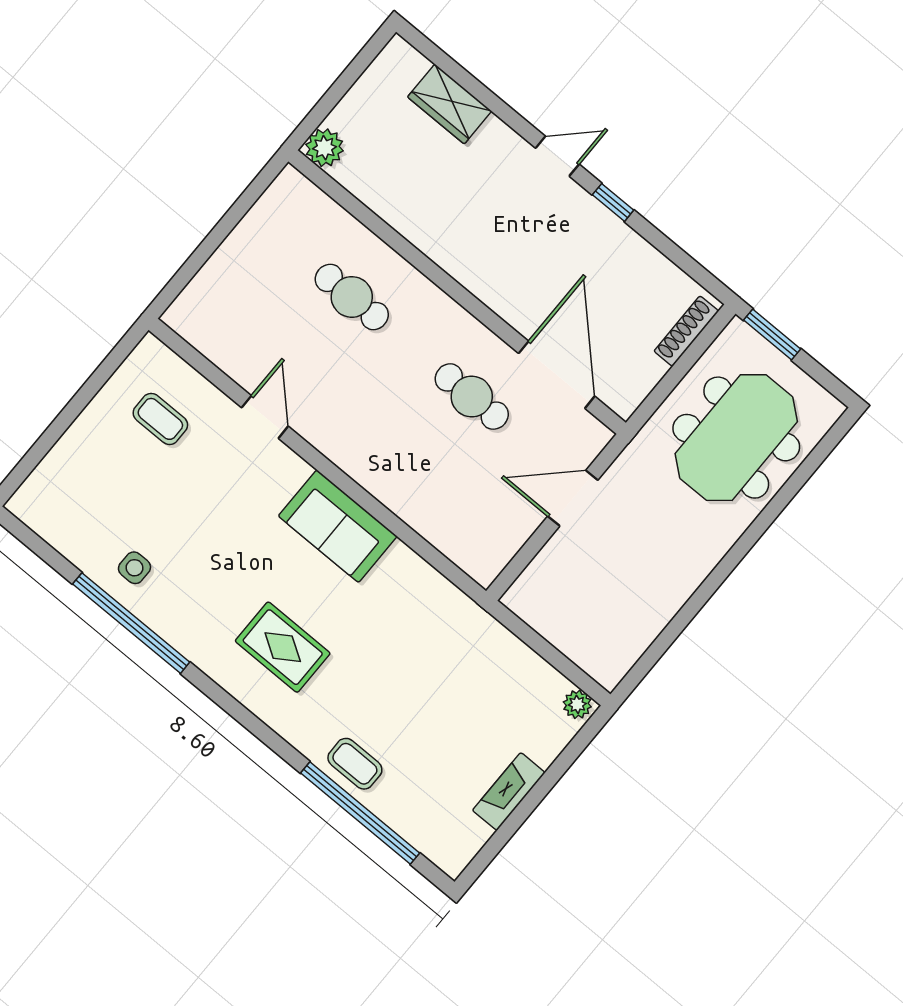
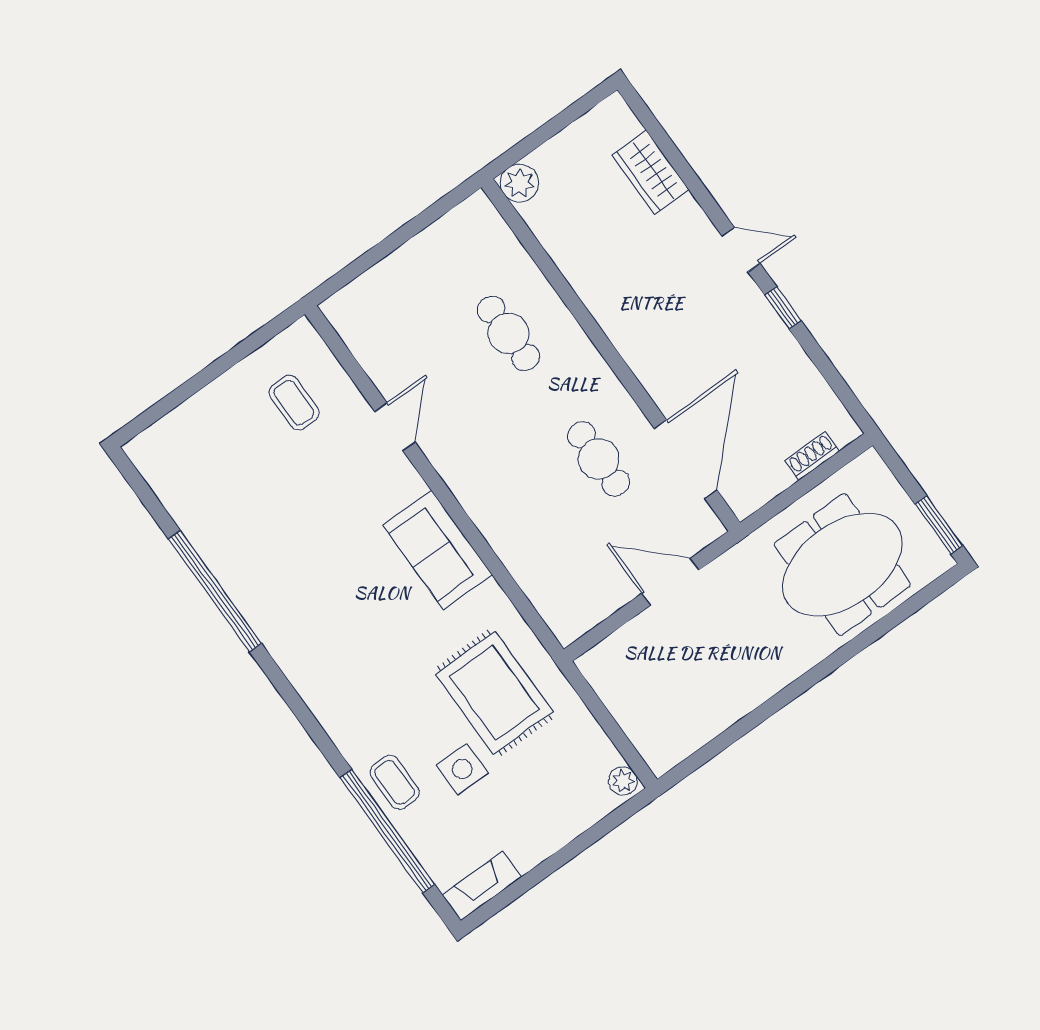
shoe rack: (686, 331) -> (812, 456), width x0.70
window: (772, 334) -> (939, 525), moved
side table: (134, 568) -> (462, 769), moved, width x1.37, depth x1.37
rug: (283, 647) -> (494, 693), moved, width x1.36, depth x1.43
fireplace: (509, 791) -> (482, 886), moved

